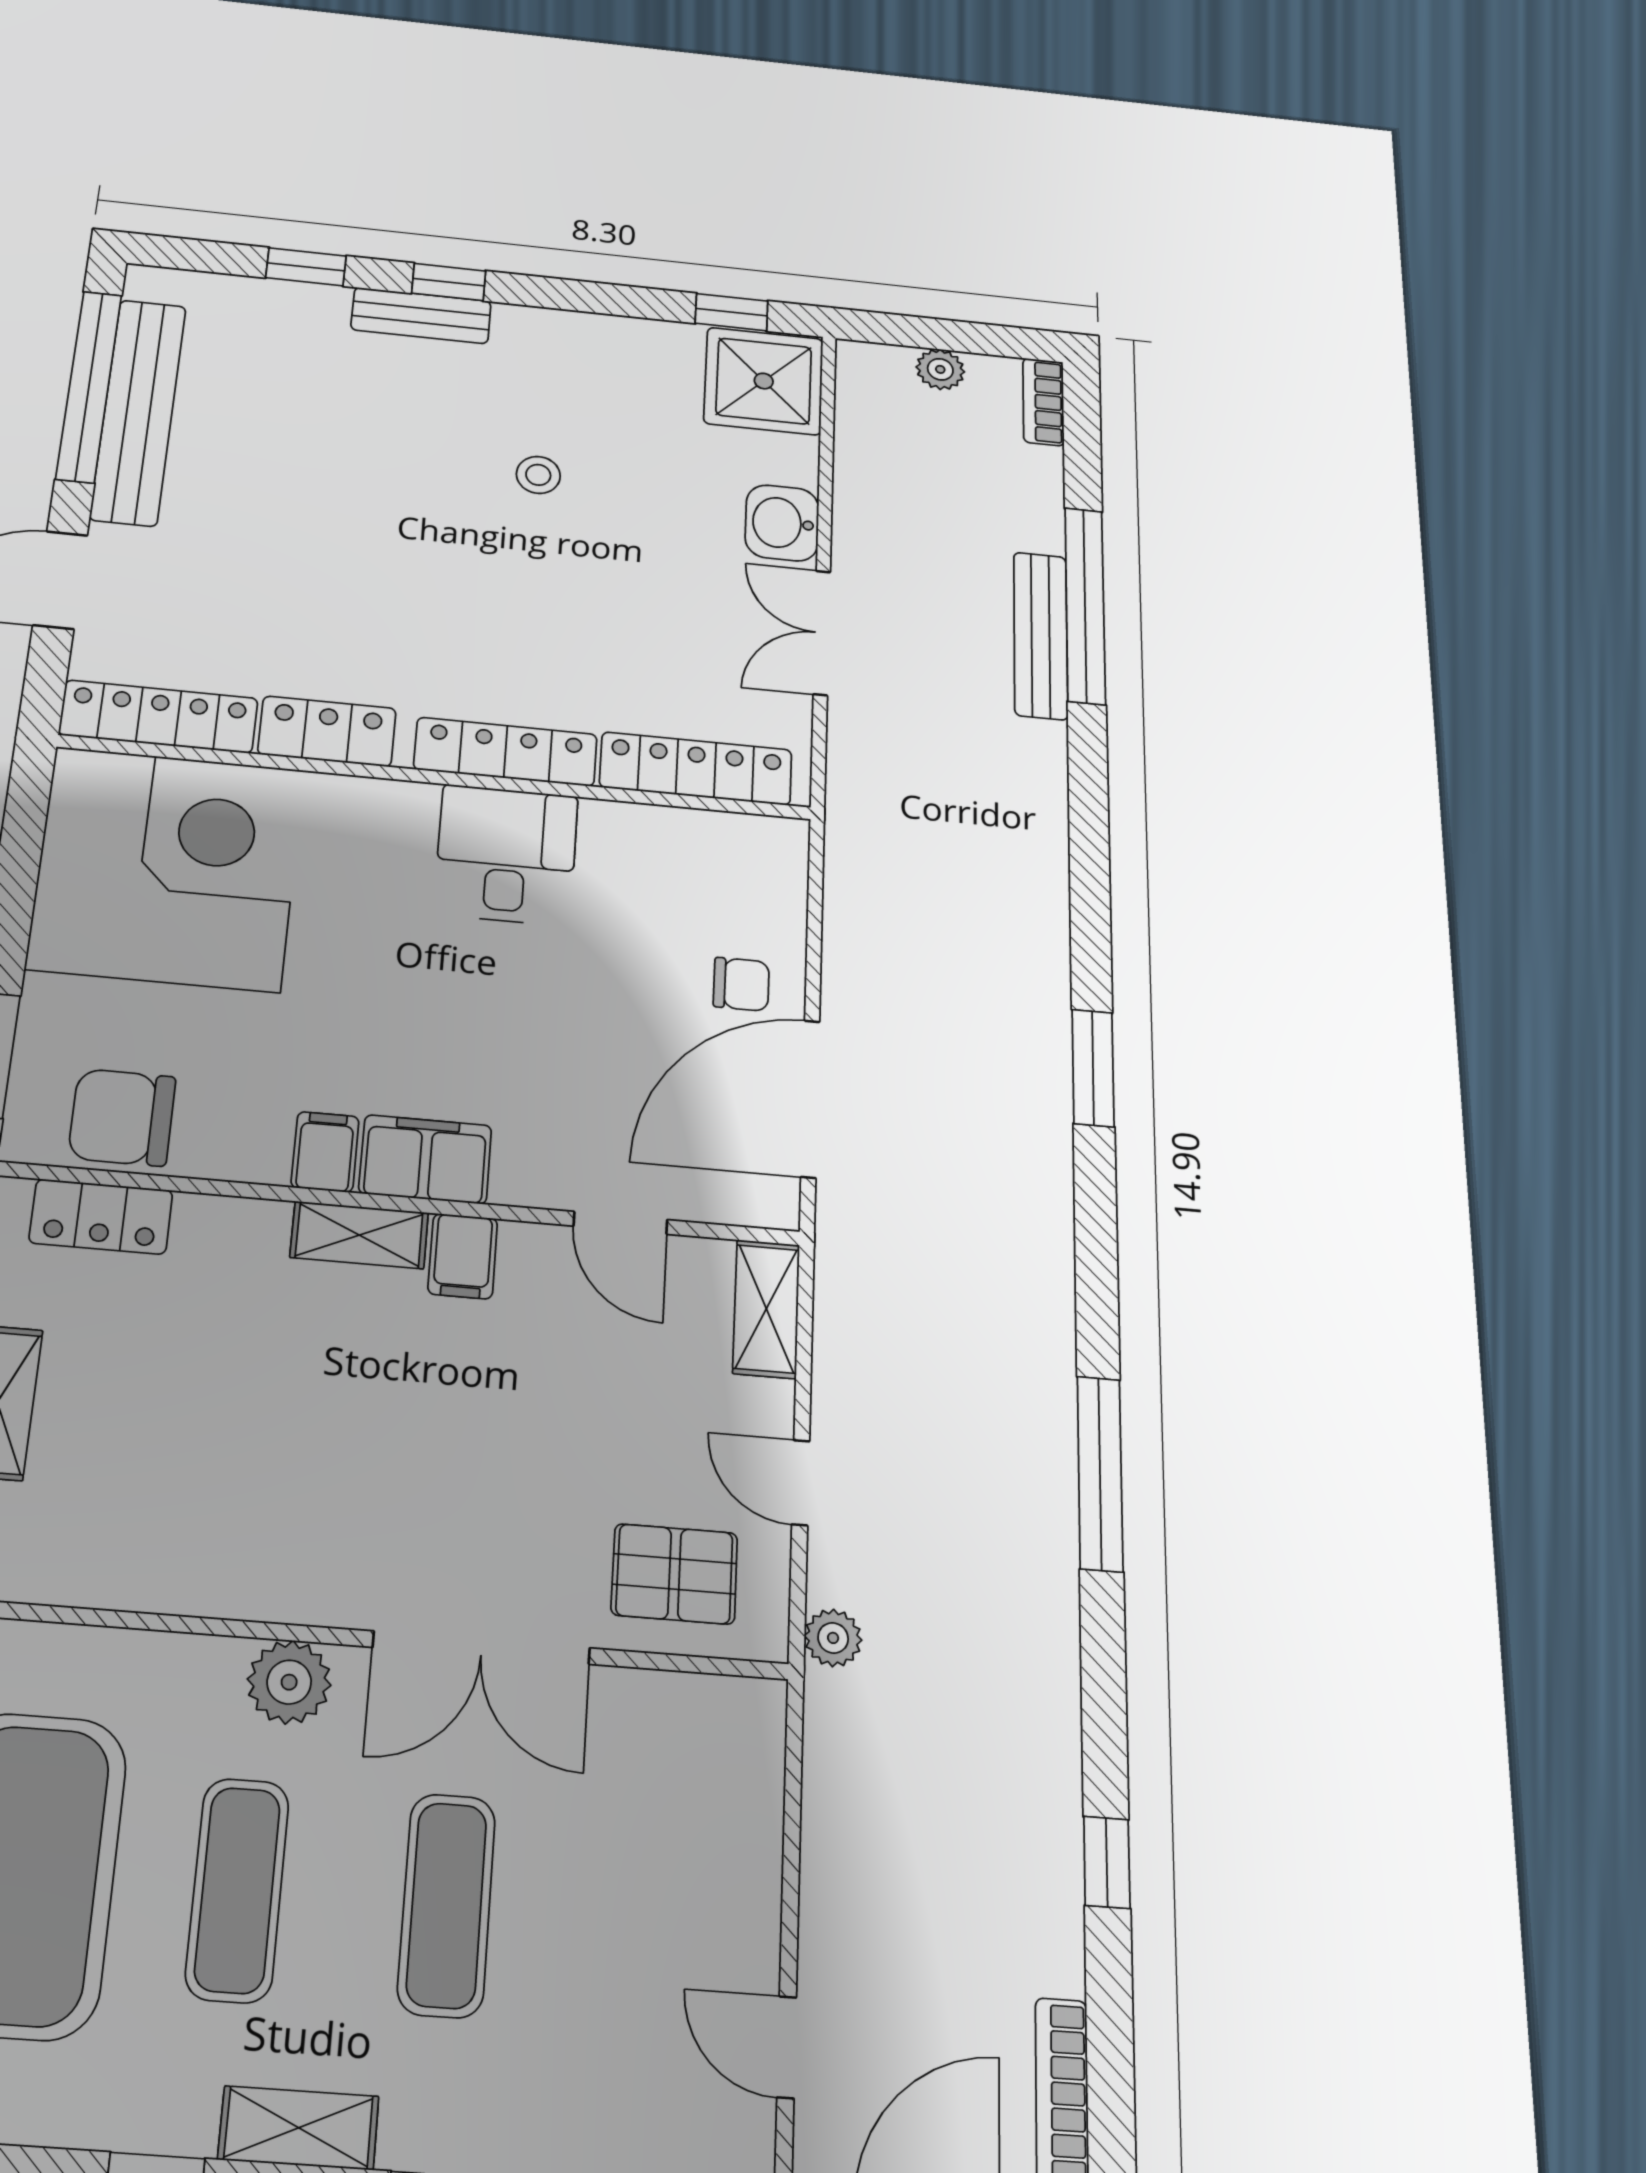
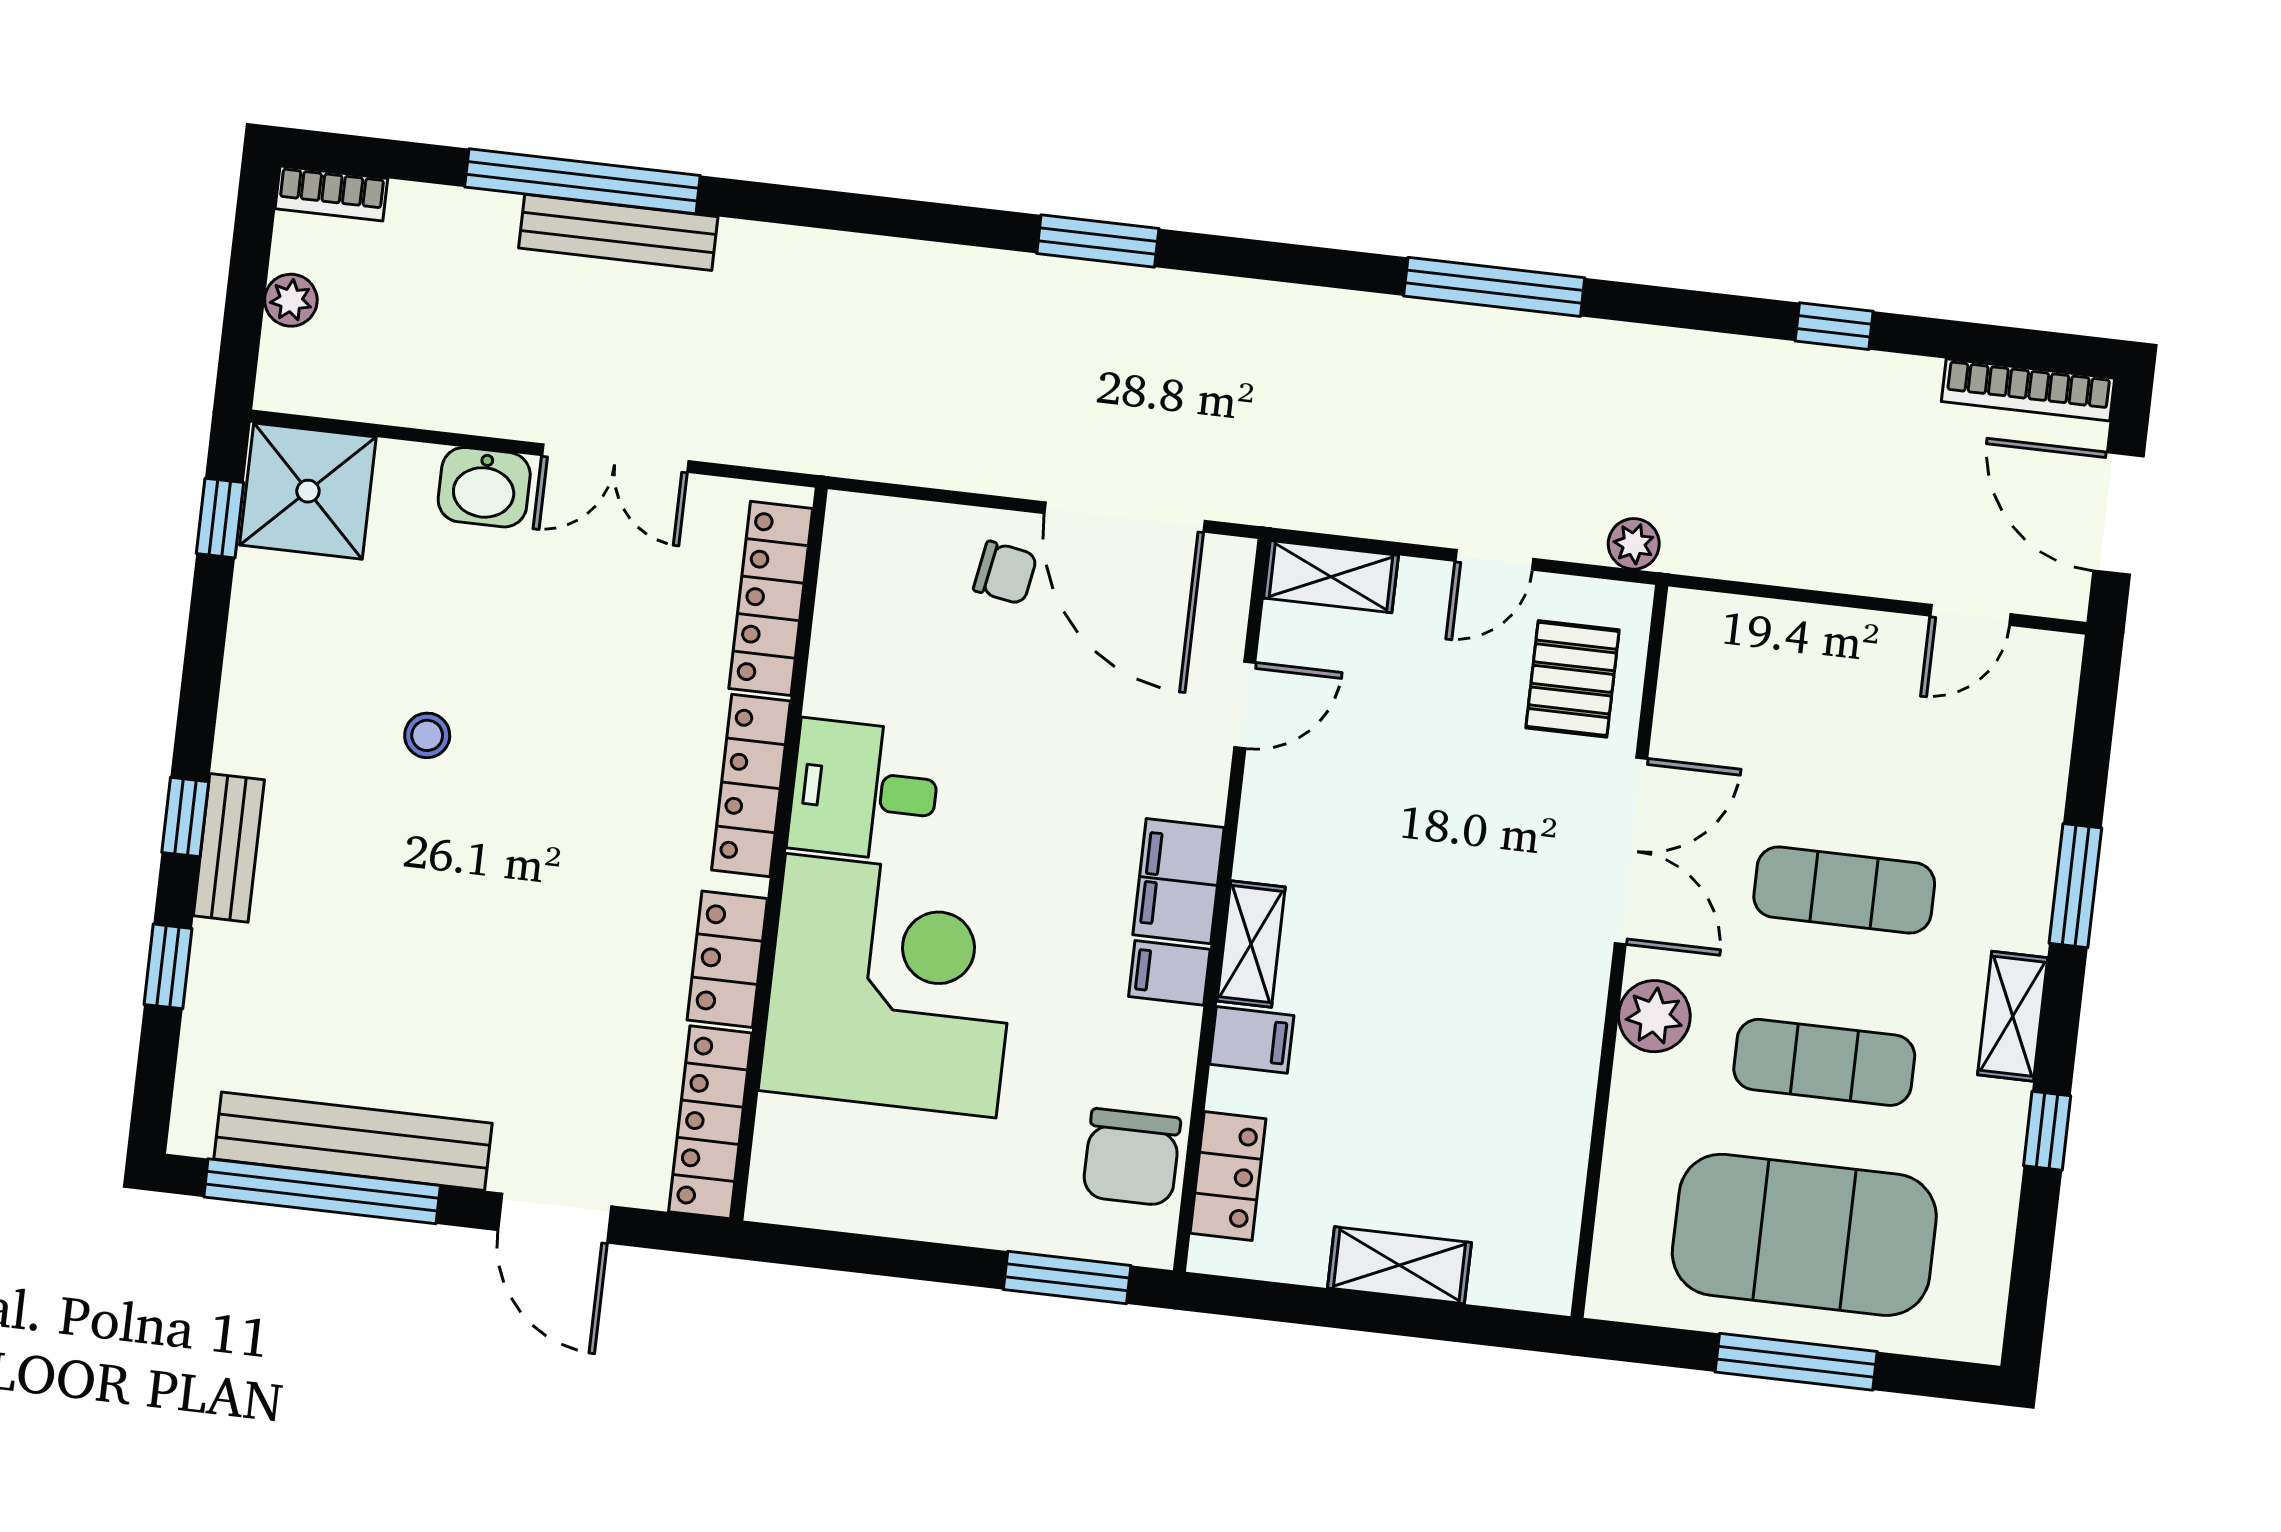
corner desk: (167, 868) -> (891, 986), moved, turned 90
chair: (741, 984) -> (1005, 573), turned 100
filing cabinet: (463, 1256) -> (1252, 1040), moved

